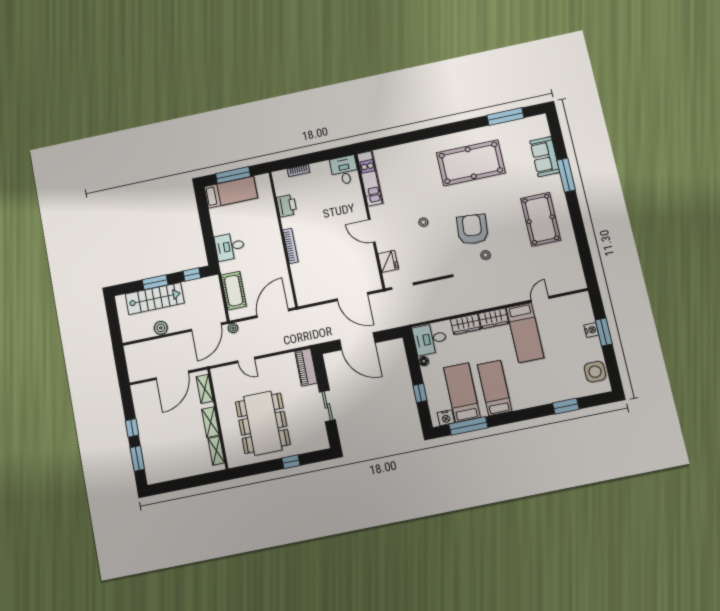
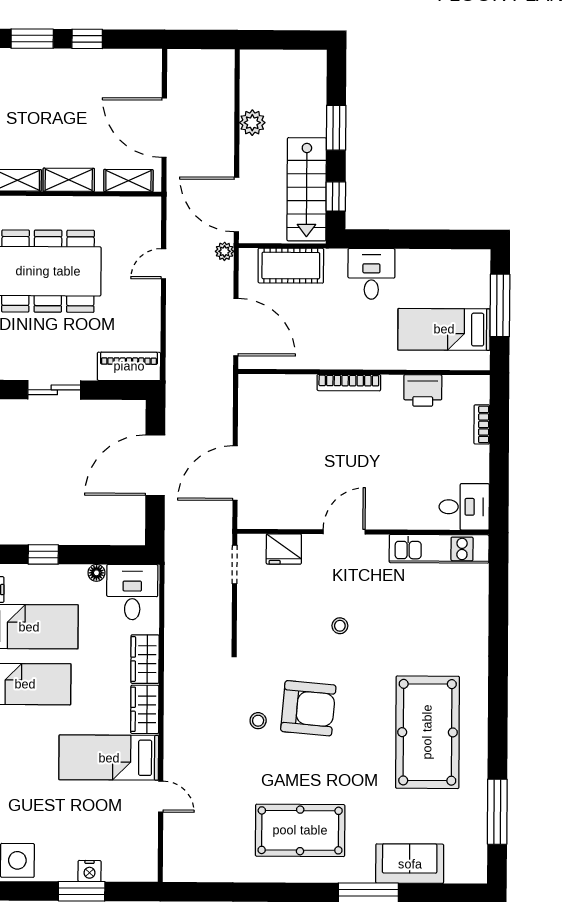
bed: (231, 192) -> (444, 329), moved, turned 90
stairs: (155, 299) -> (307, 189), moved

